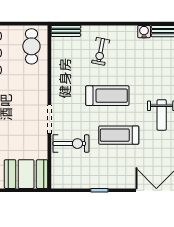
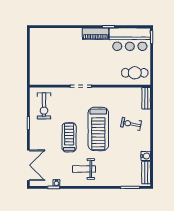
treadmill: (107, 96) -> (98, 129), width x1.37, depth x1.37
exercise bike: (71, 144) -> (44, 106), moved
booth: (26, 174) -> (40, 69), removed

